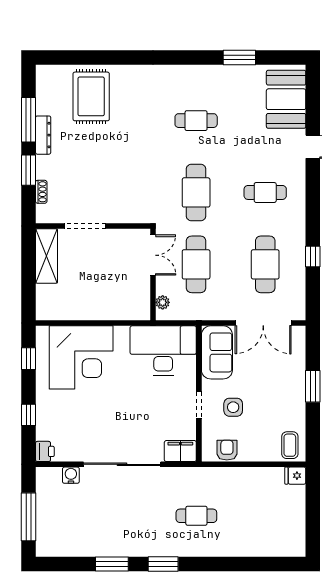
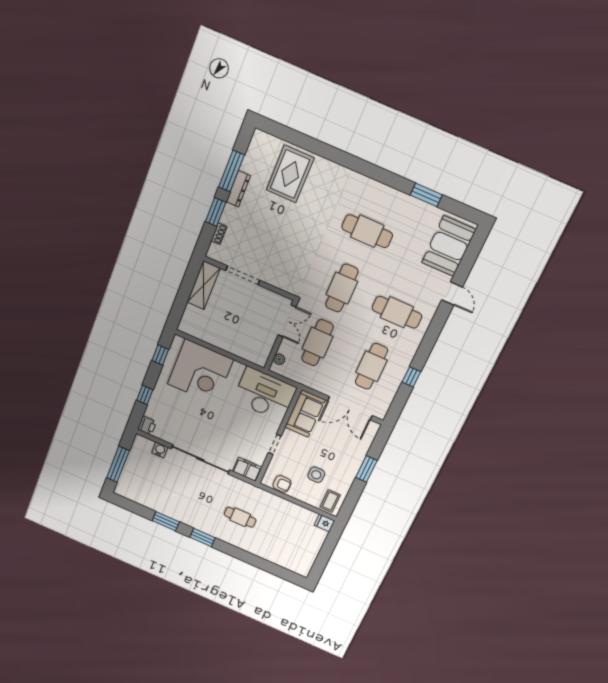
cafe table: (196, 121) -> (367, 231), width x1.37, depth x1.35
cafe table: (265, 192) -> (397, 312), width x1.37, depth x1.35
side table: (233, 407) -> (316, 475), moved
armchair: (227, 450) -> (282, 484), turned 90

